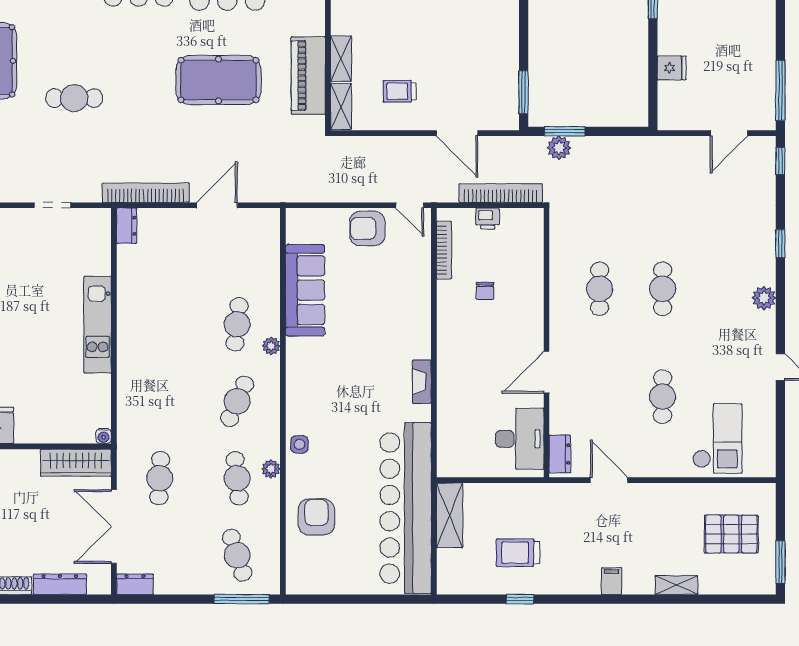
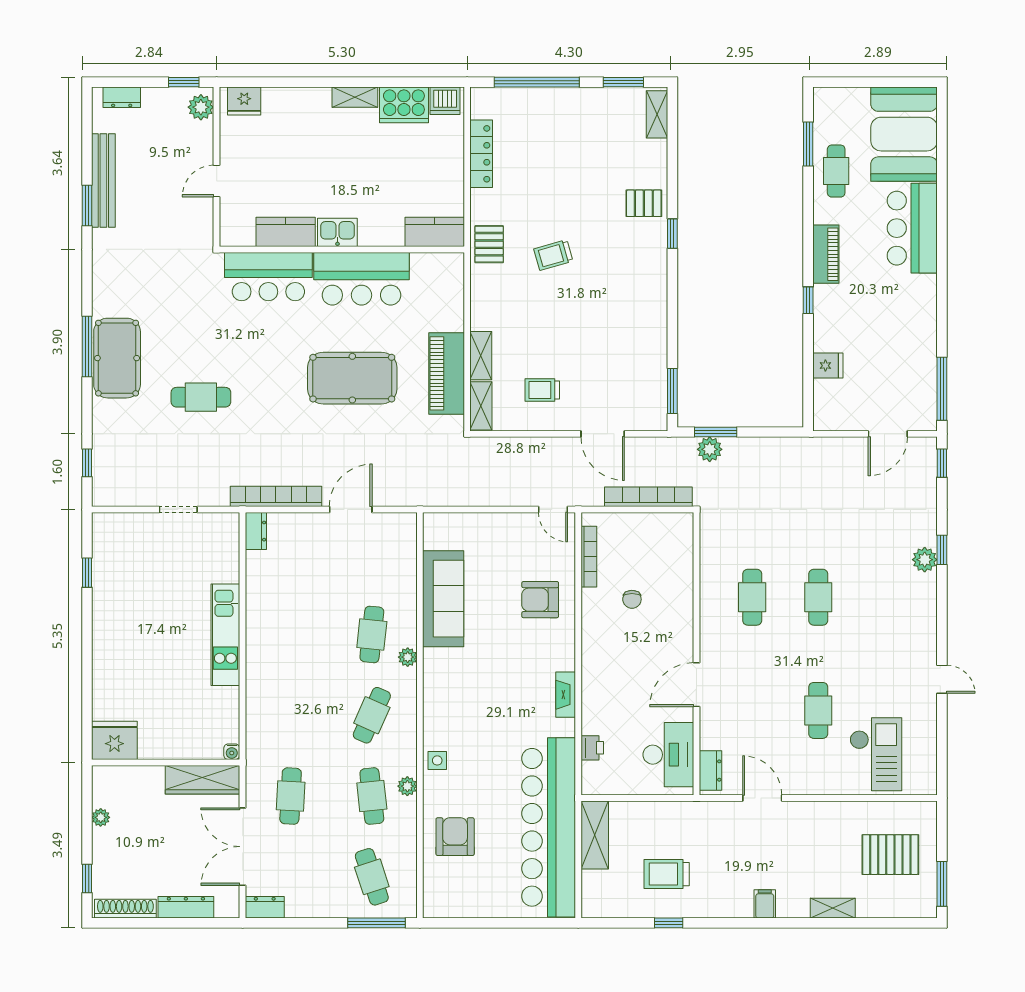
printer: (488, 219) -> (592, 748), moved, turned -90
armchair: (367, 229) -> (540, 600), moved
plant: (764, 298) -> (925, 560), moved

